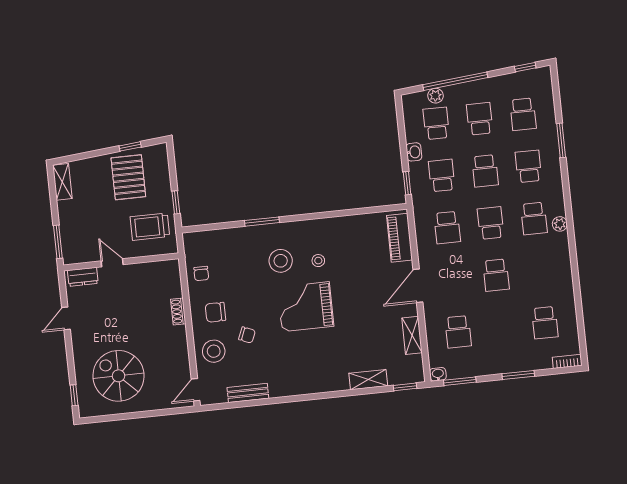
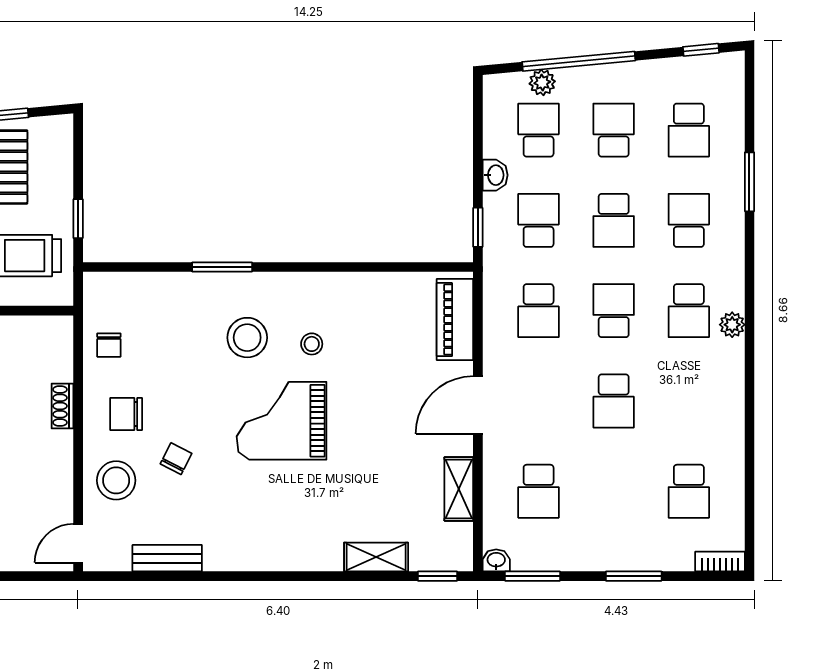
chair: (247, 335) -> (176, 459), turned -85

